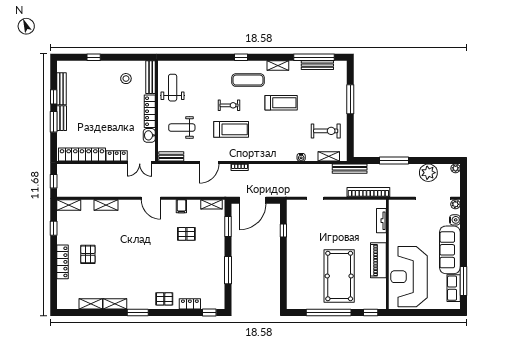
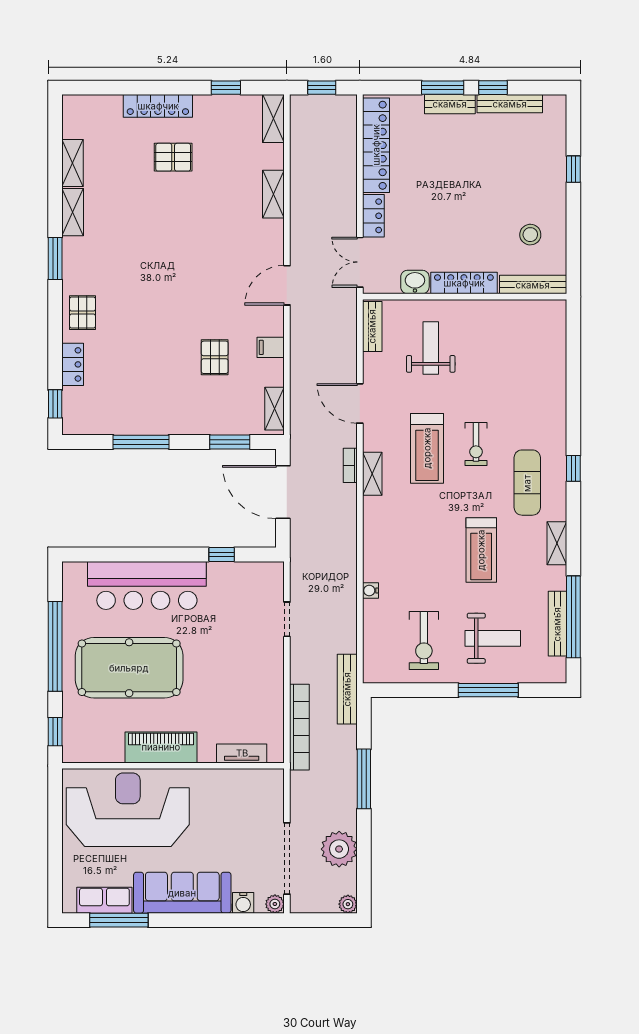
weight bench: (173, 88) -> (493, 638), moved
shelving: (329, 156) -> (372, 474), moved
bar counter: (299, 267) -> (147, 585), added

